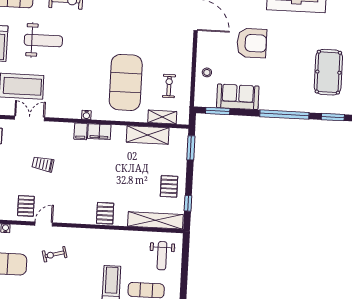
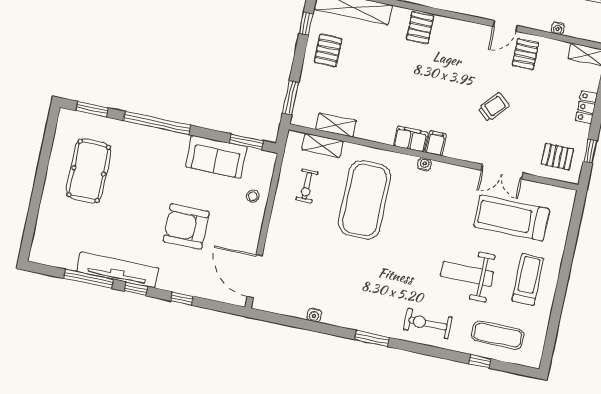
shelving: (148, 135) -> (336, 125), width x0.67, depth x0.75
trolley: (43, 164) -> (494, 107), turned -57

